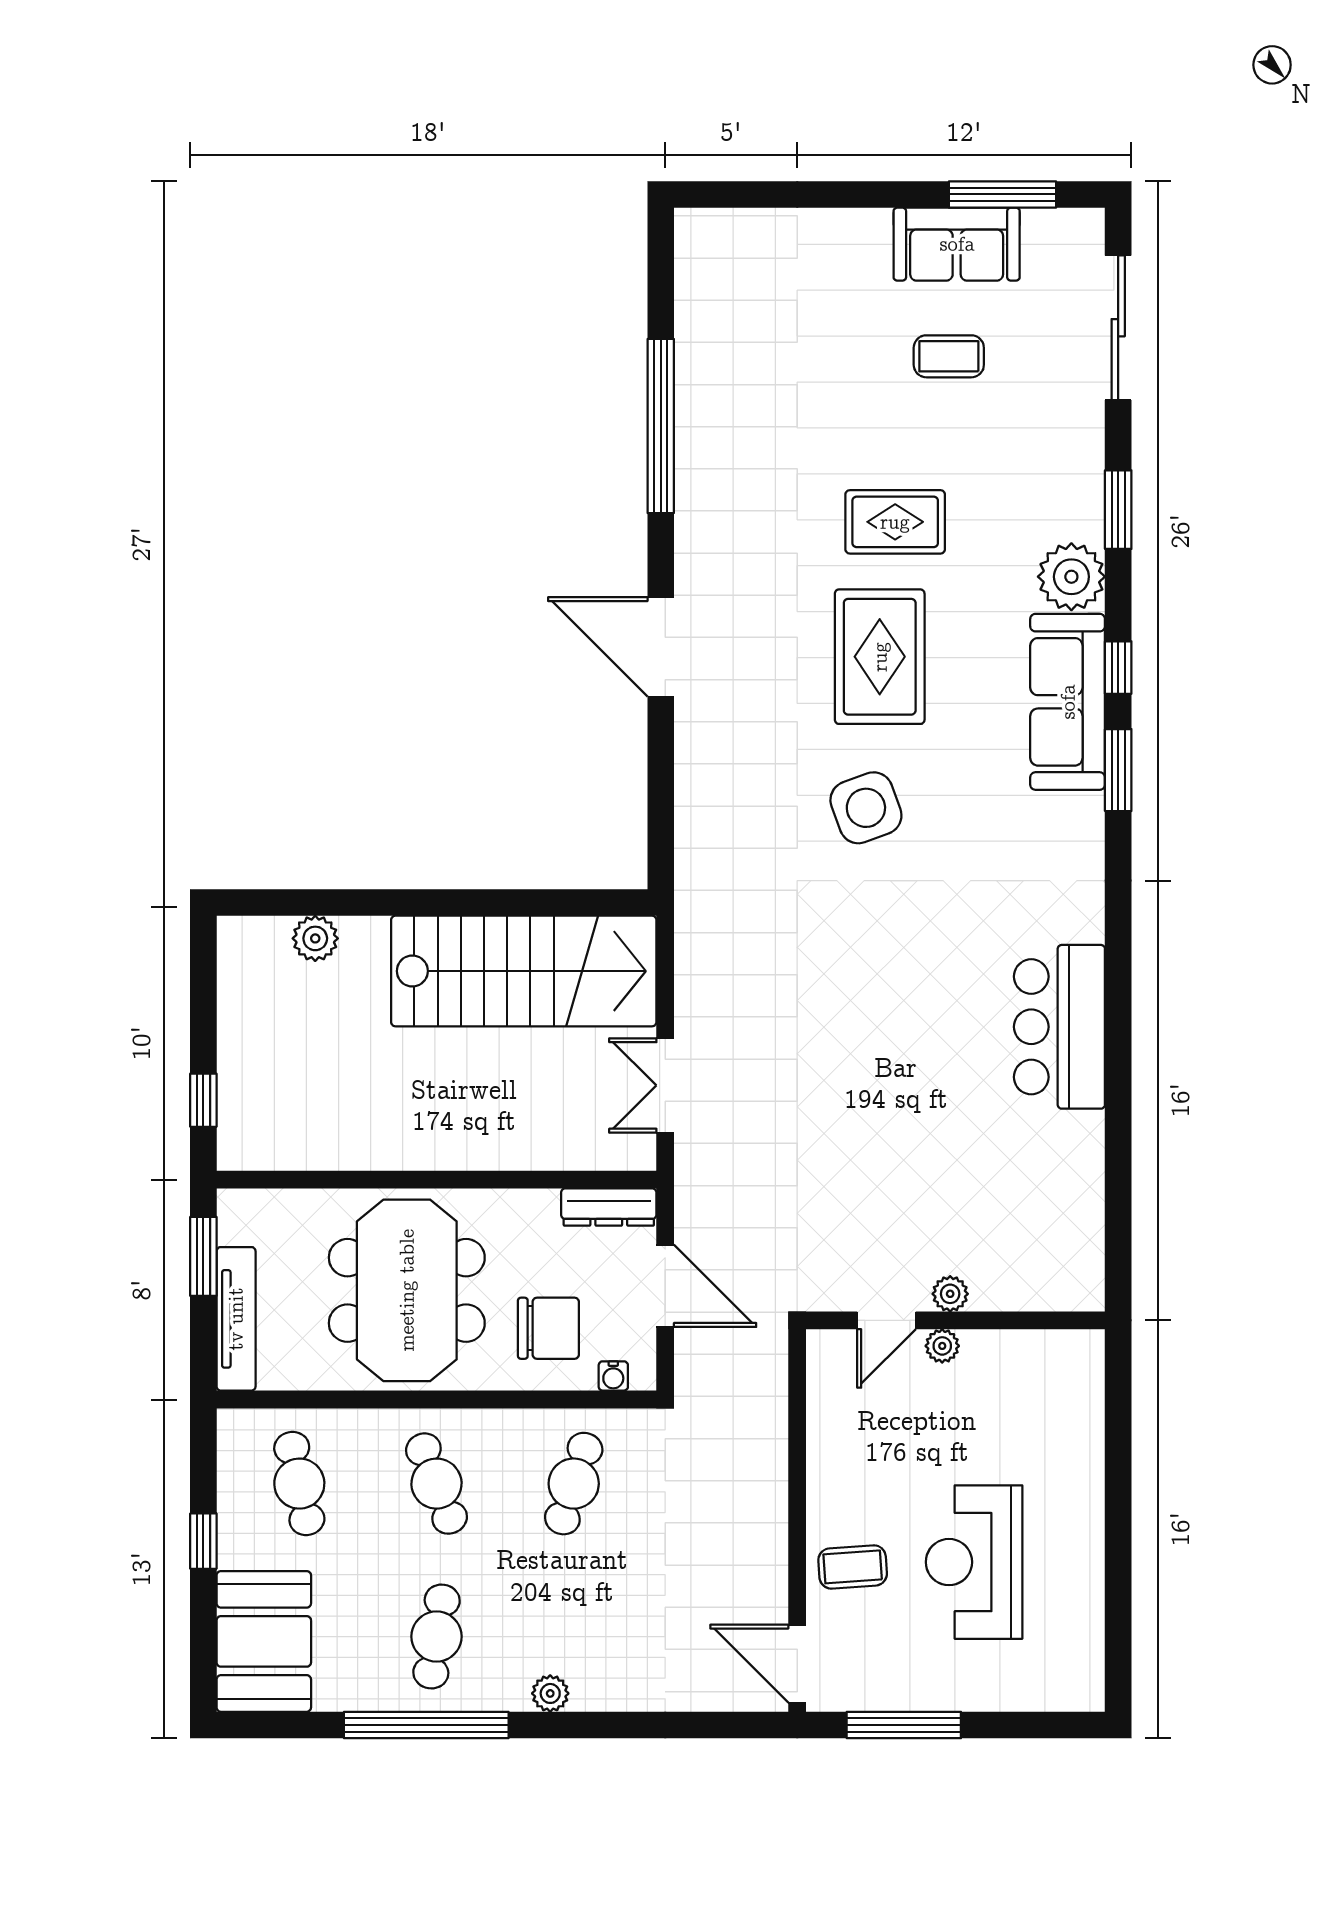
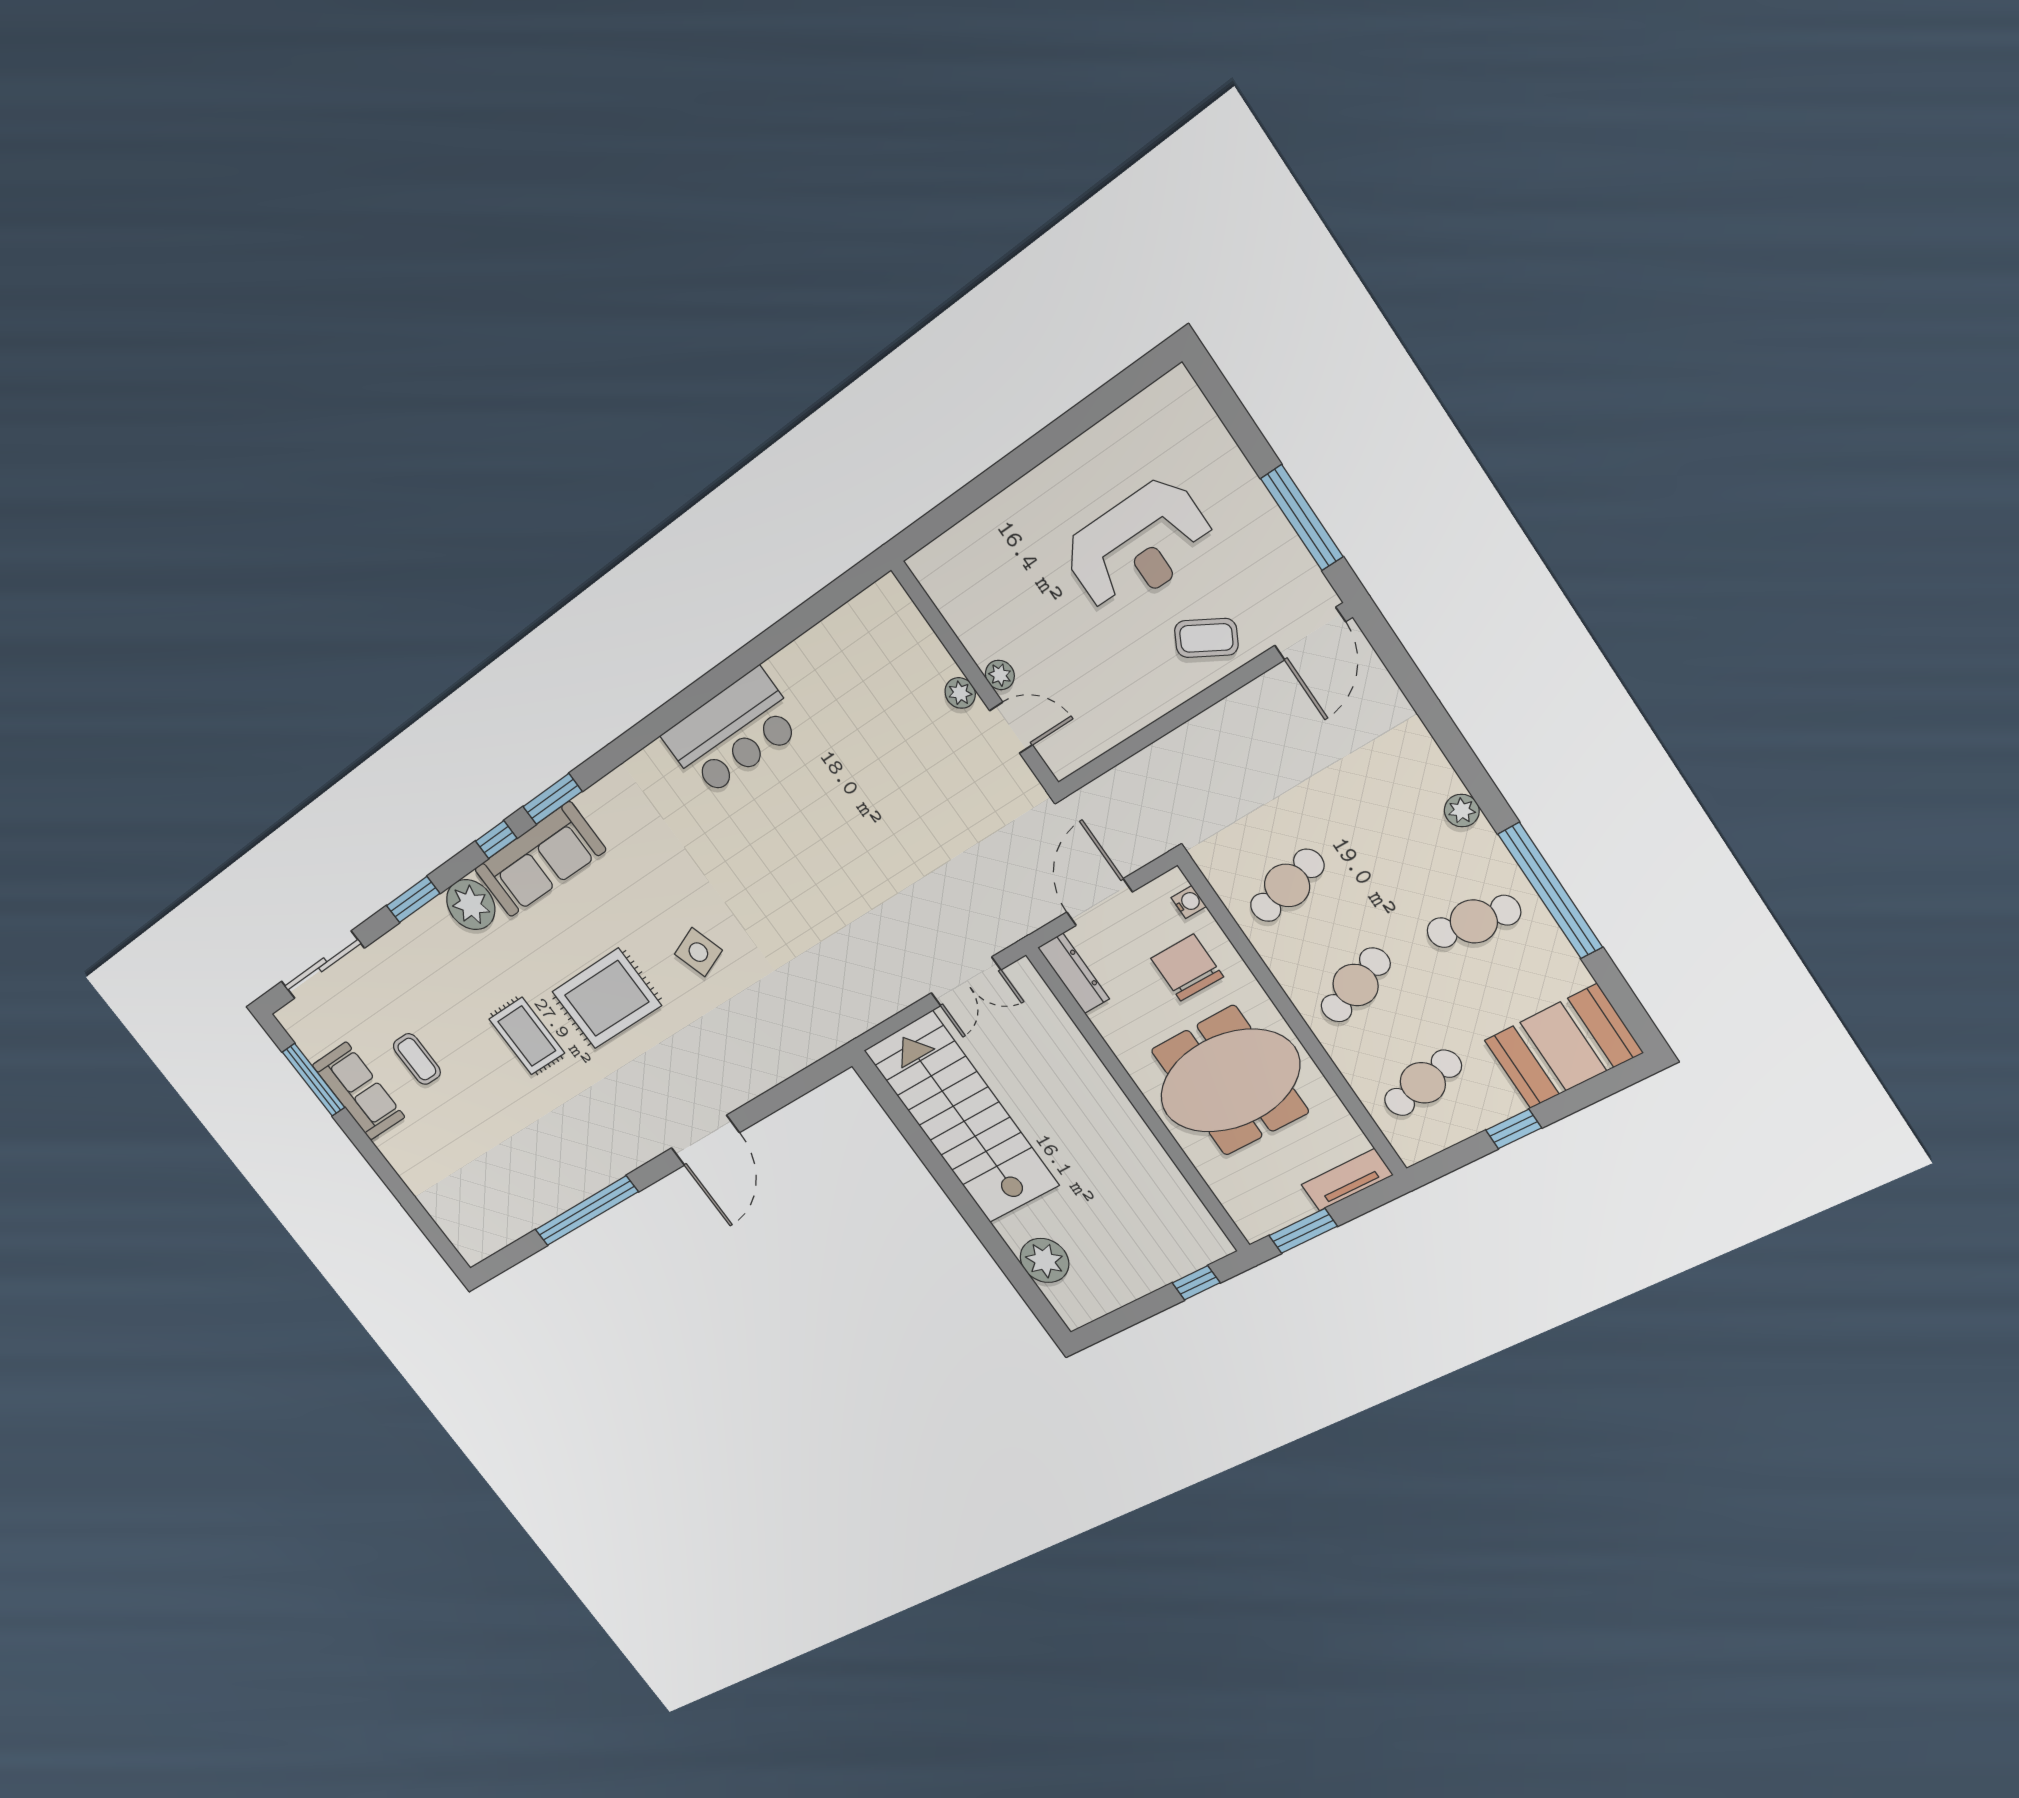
side table: (866, 808) -> (698, 952), width x0.73, depth x0.73
plant: (315, 938) -> (1045, 1260), width x1.36, depth x1.36
tv unit: (236, 1319) -> (1347, 1180), width x0.71
cafe table: (574, 1484) -> (1287, 885), turned -33
coffee table: (853, 1567) -> (1206, 638), turned -57

